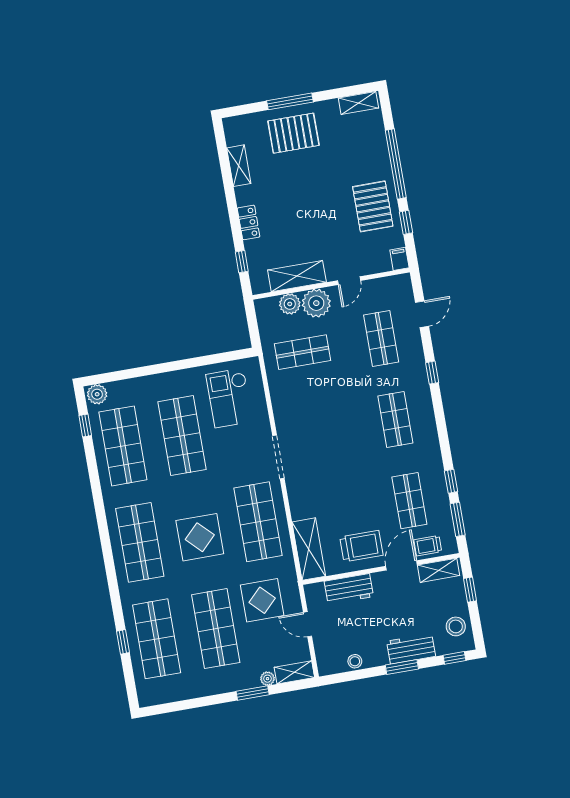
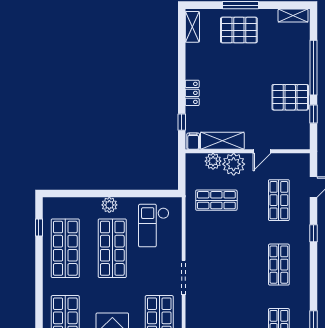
shelving: (239, 166) -> (192, 27), moved
pallet: (373, 206) -> (290, 97), turned 90
filing cabinet: (399, 259) -> (193, 141), moved
plant: (97, 394) -> (109, 205), moved

